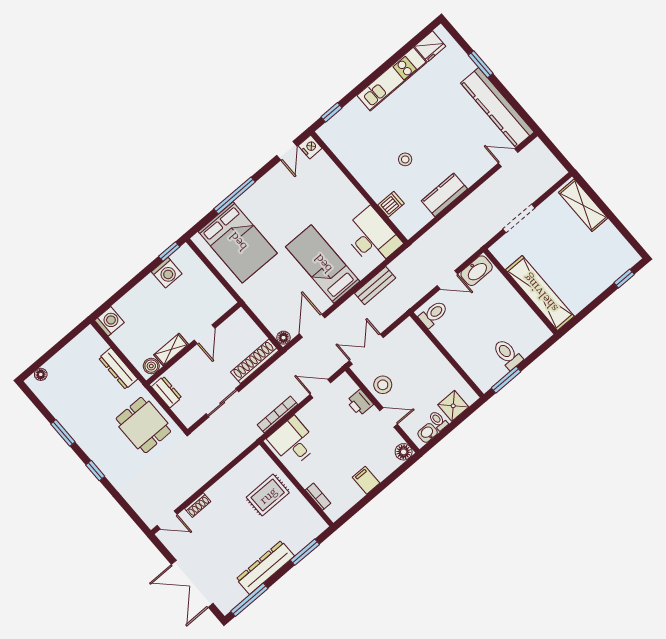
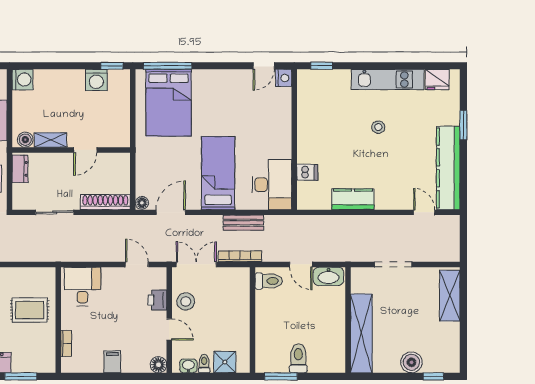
stool: (405, 159) -> (378, 127), moved
window: (235, 195) -> (168, 66), moved
boiler: (598, 282) -> (411, 362), added
bookcase: (277, 414) -> (240, 256), moved

